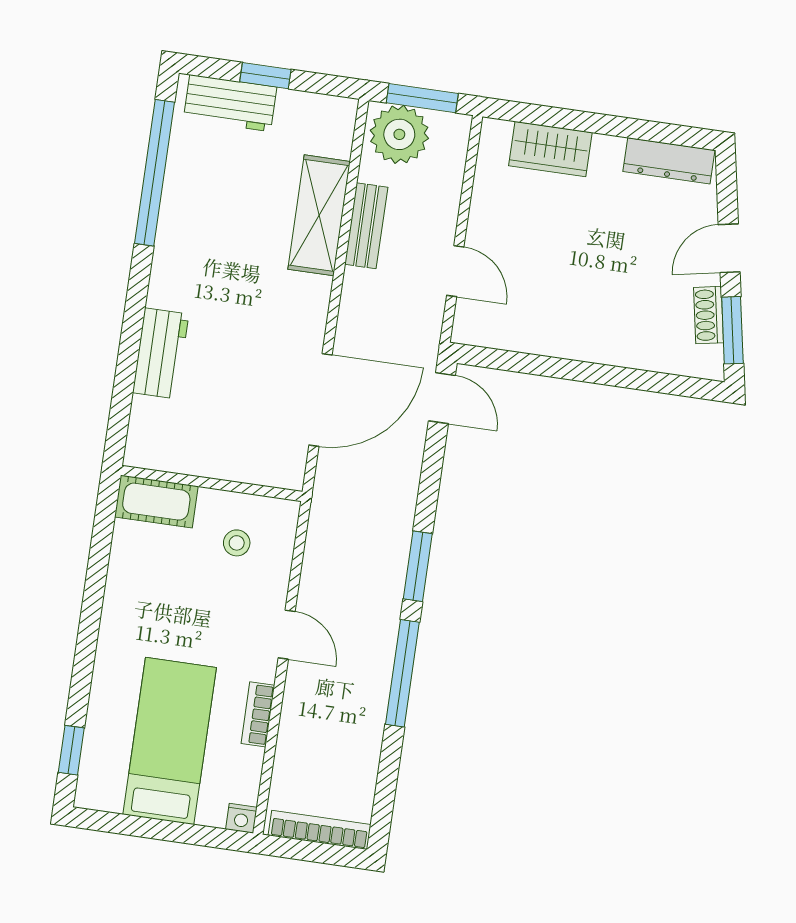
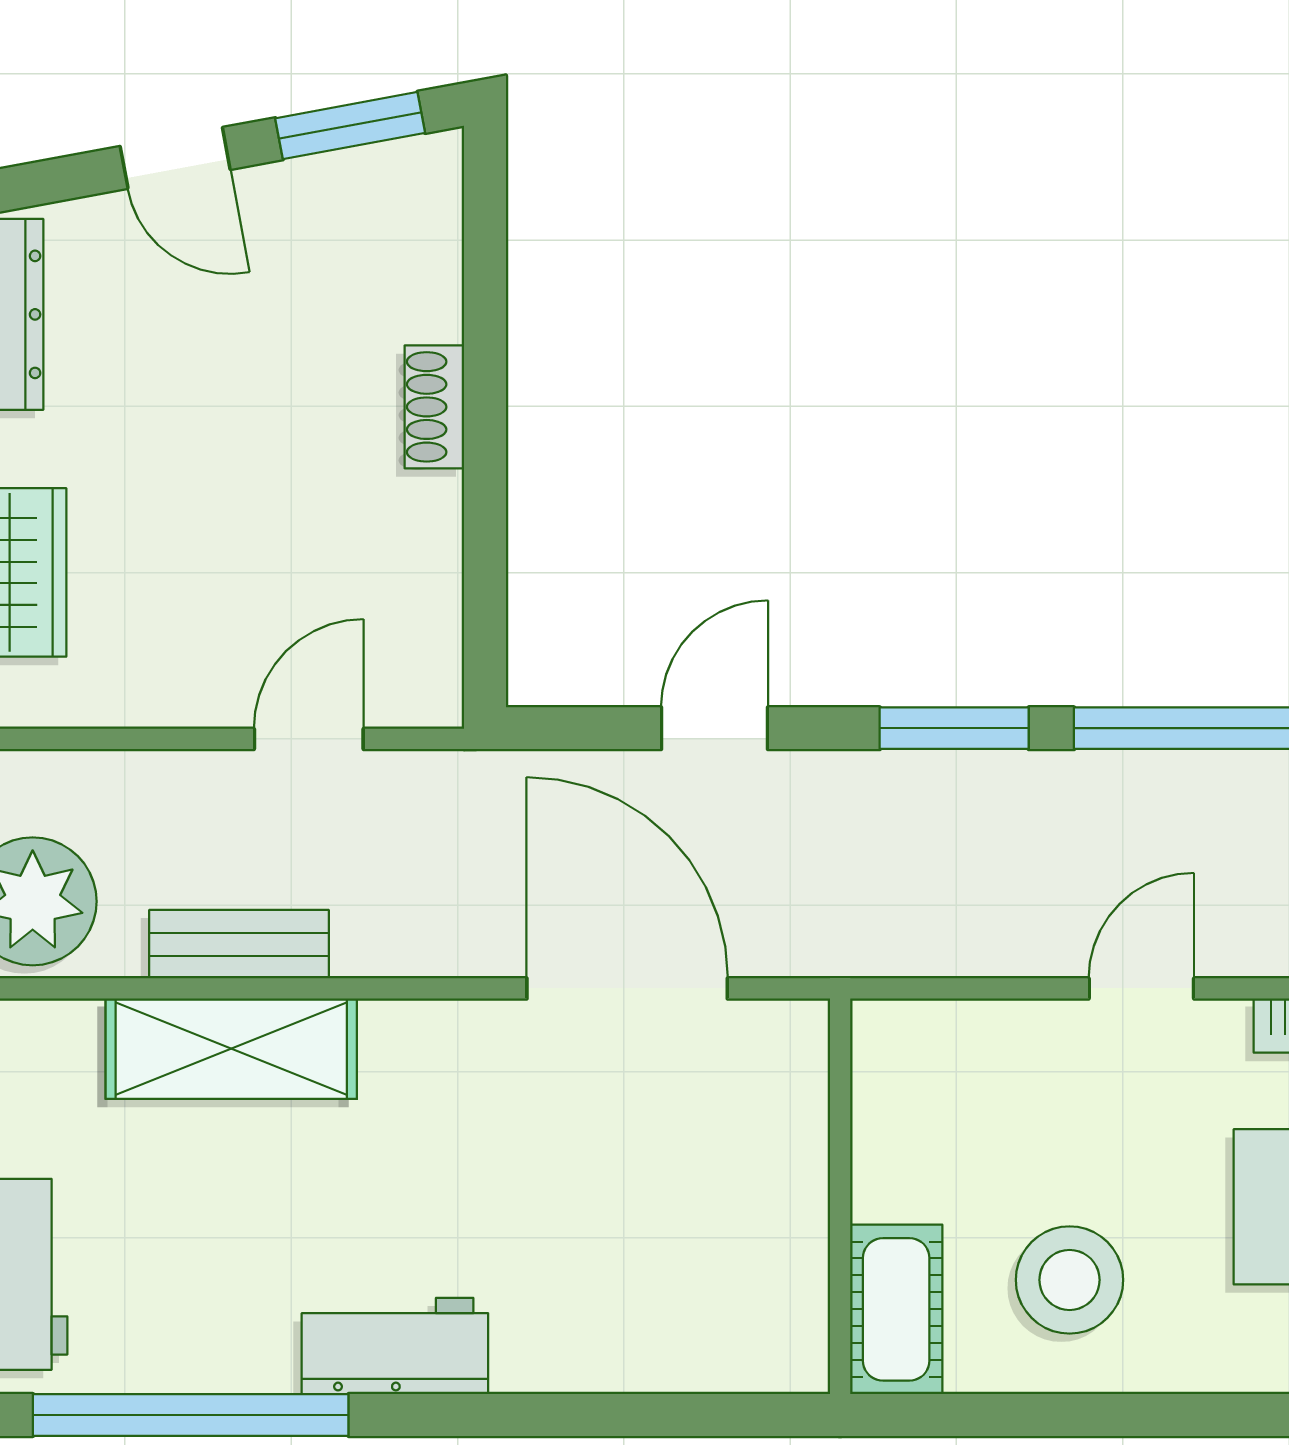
shoe rack: (708, 315) -> (434, 407), moved, turned 100
workbench: (161, 353) -> (395, 1346), moved
door: (442, 398) -> (715, 728), moved
stool: (237, 543) -> (1070, 1280), moved, width x1.89, depth x1.89

